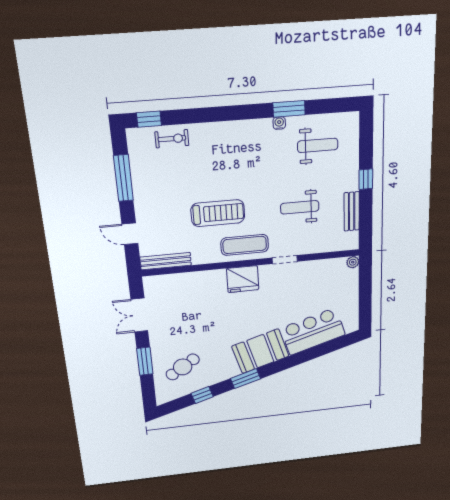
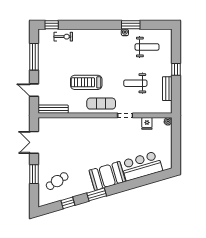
treadmill: (218, 213) -> (86, 82), turned 180
fridge: (243, 279) -> (147, 123), moved, width x0.53, depth x0.75

